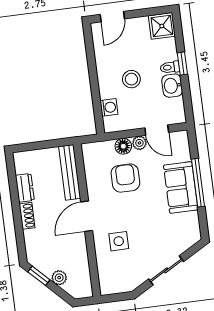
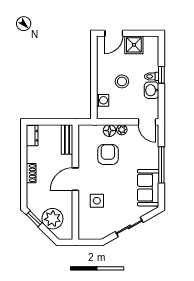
shower: (162, 26) -> (134, 45), moved
door: (157, 130) -> (147, 122), moved
bench: (70, 172) -> (67, 139), width x0.73
sofa: (181, 187) -> (148, 188), moved
dresser: (25, 188) -> (32, 136), moved
plant: (59, 278) -> (52, 219), width x1.87, depth x1.87

